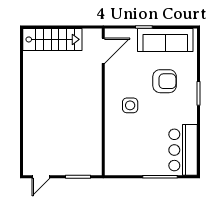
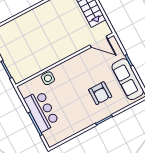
side table: (130, 105) -> (48, 78), moved
bar counter: (183, 150) -> (42, 111), moved, turned 90

